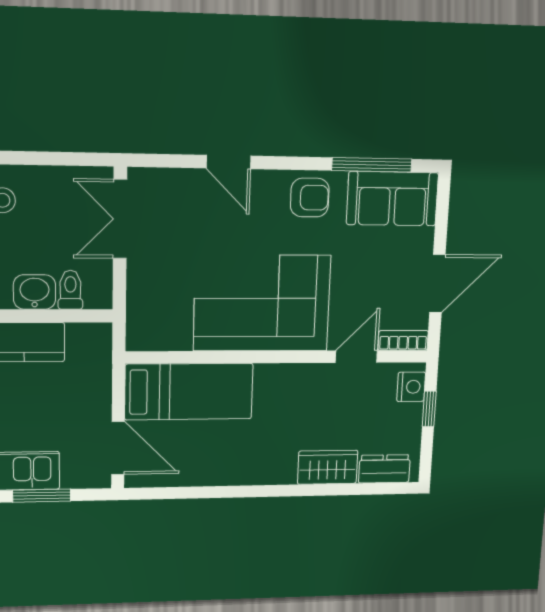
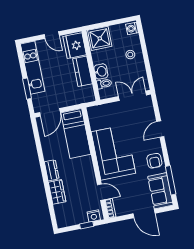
door: (437, 284) -> (144, 214), moved
dresser: (384, 469) -> (52, 170), moved

